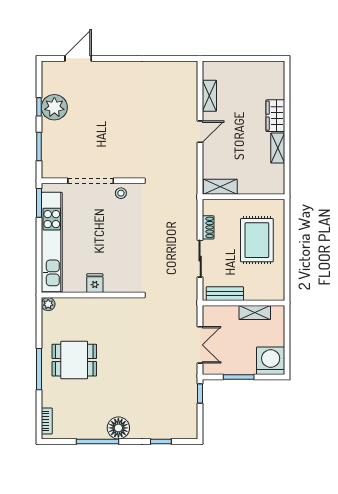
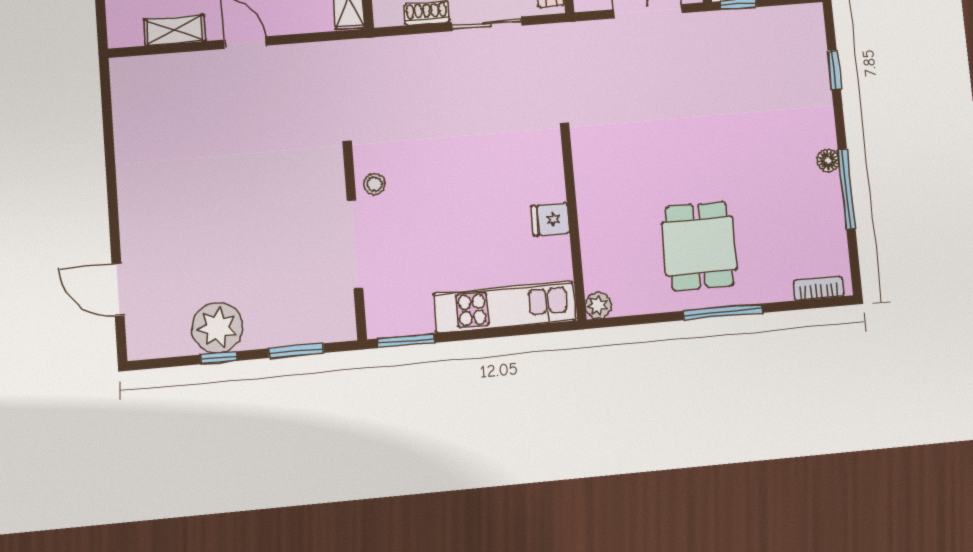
kitchen unit: (52, 242) -> (504, 307), width x0.73
floor lamp: (118, 428) -> (828, 160), width x0.53, depth x0.53

